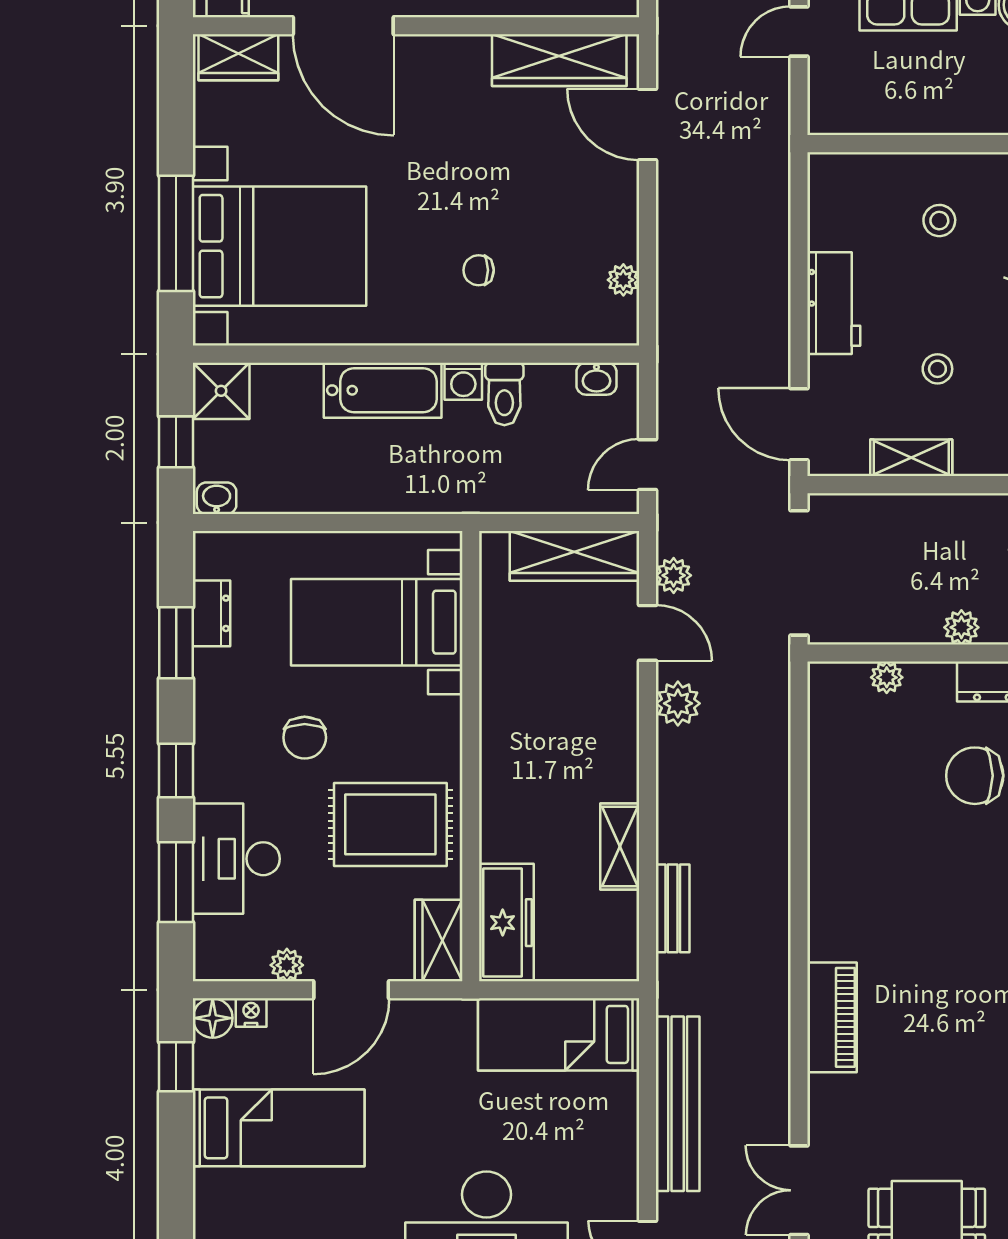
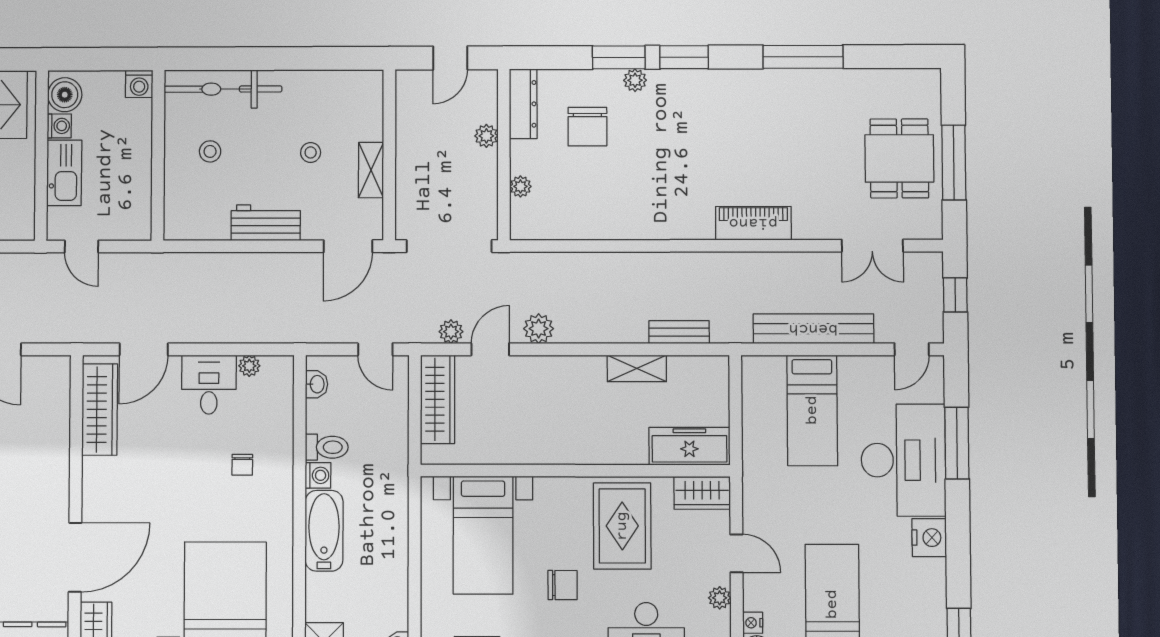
desk: (596, 221) -> (209, 385), added
door: (351, 990) -> (736, 553), width x0.73
bed: (559, 1034) -> (812, 410), moved

